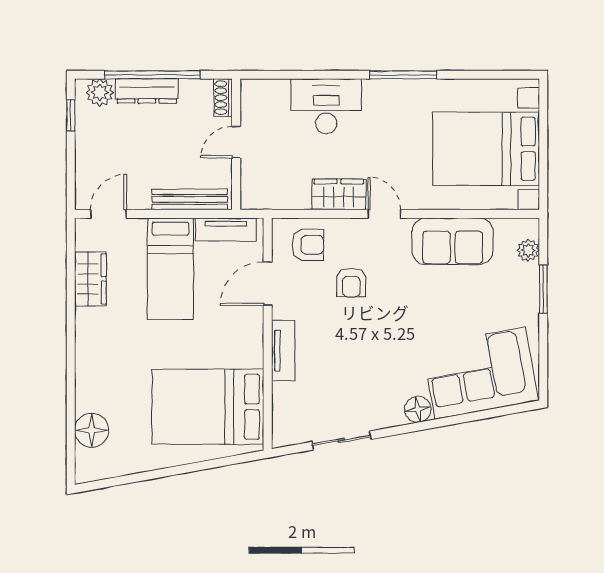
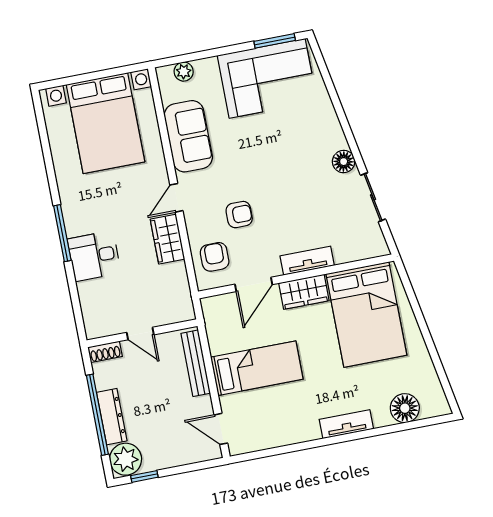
window: (403, 75) -> (62, 233), moved
plant: (100, 92) -> (126, 459), width x1.36, depth x1.36
desk: (326, 106) -> (94, 256), width x0.73
tv unit: (226, 229) -> (346, 424), moved, turned -90
wardrobe: (90, 279) -> (304, 292), moved, turned 180
door: (268, 284) -> (254, 284), hinge flipped
window: (543, 289) -> (275, 41), moved
corner sofa: (480, 373) -> (267, 78), moved, turned -80
floor lamp: (418, 409) -> (344, 162), moved

